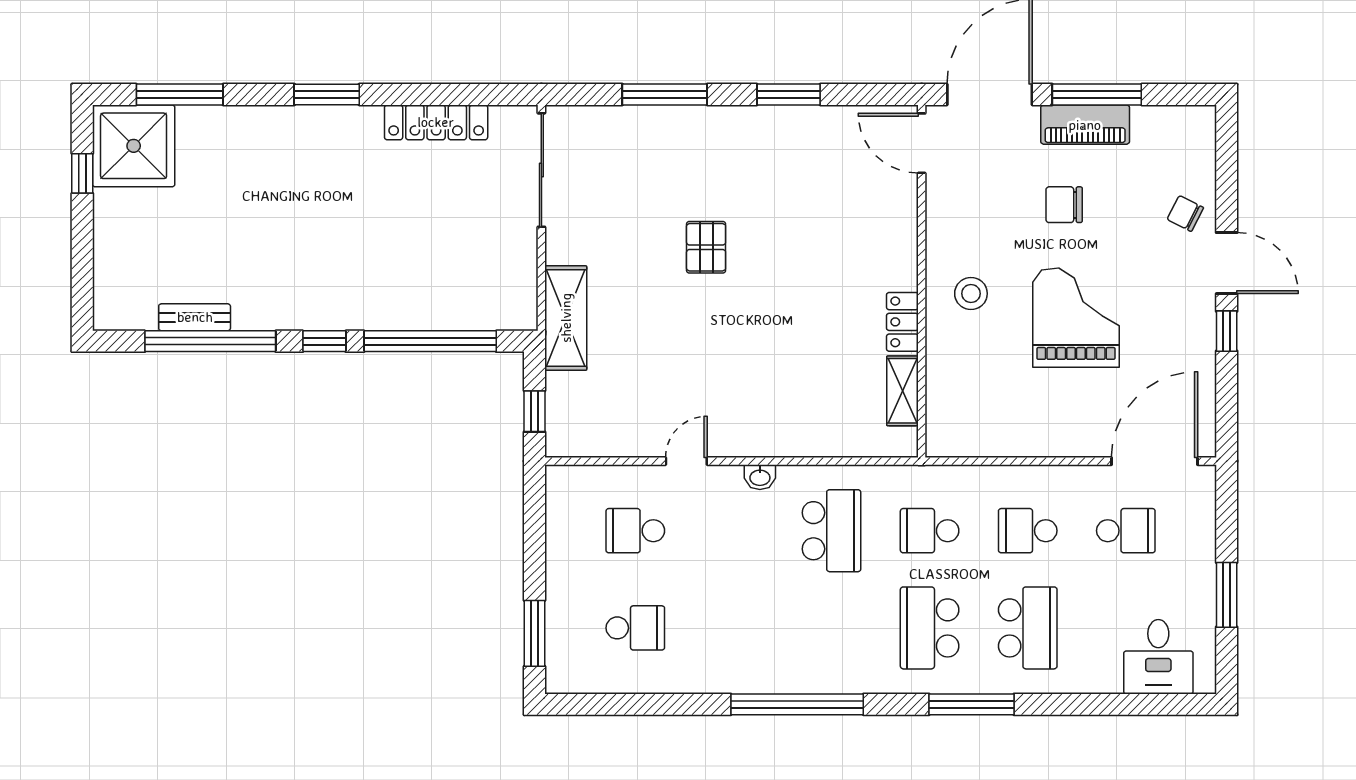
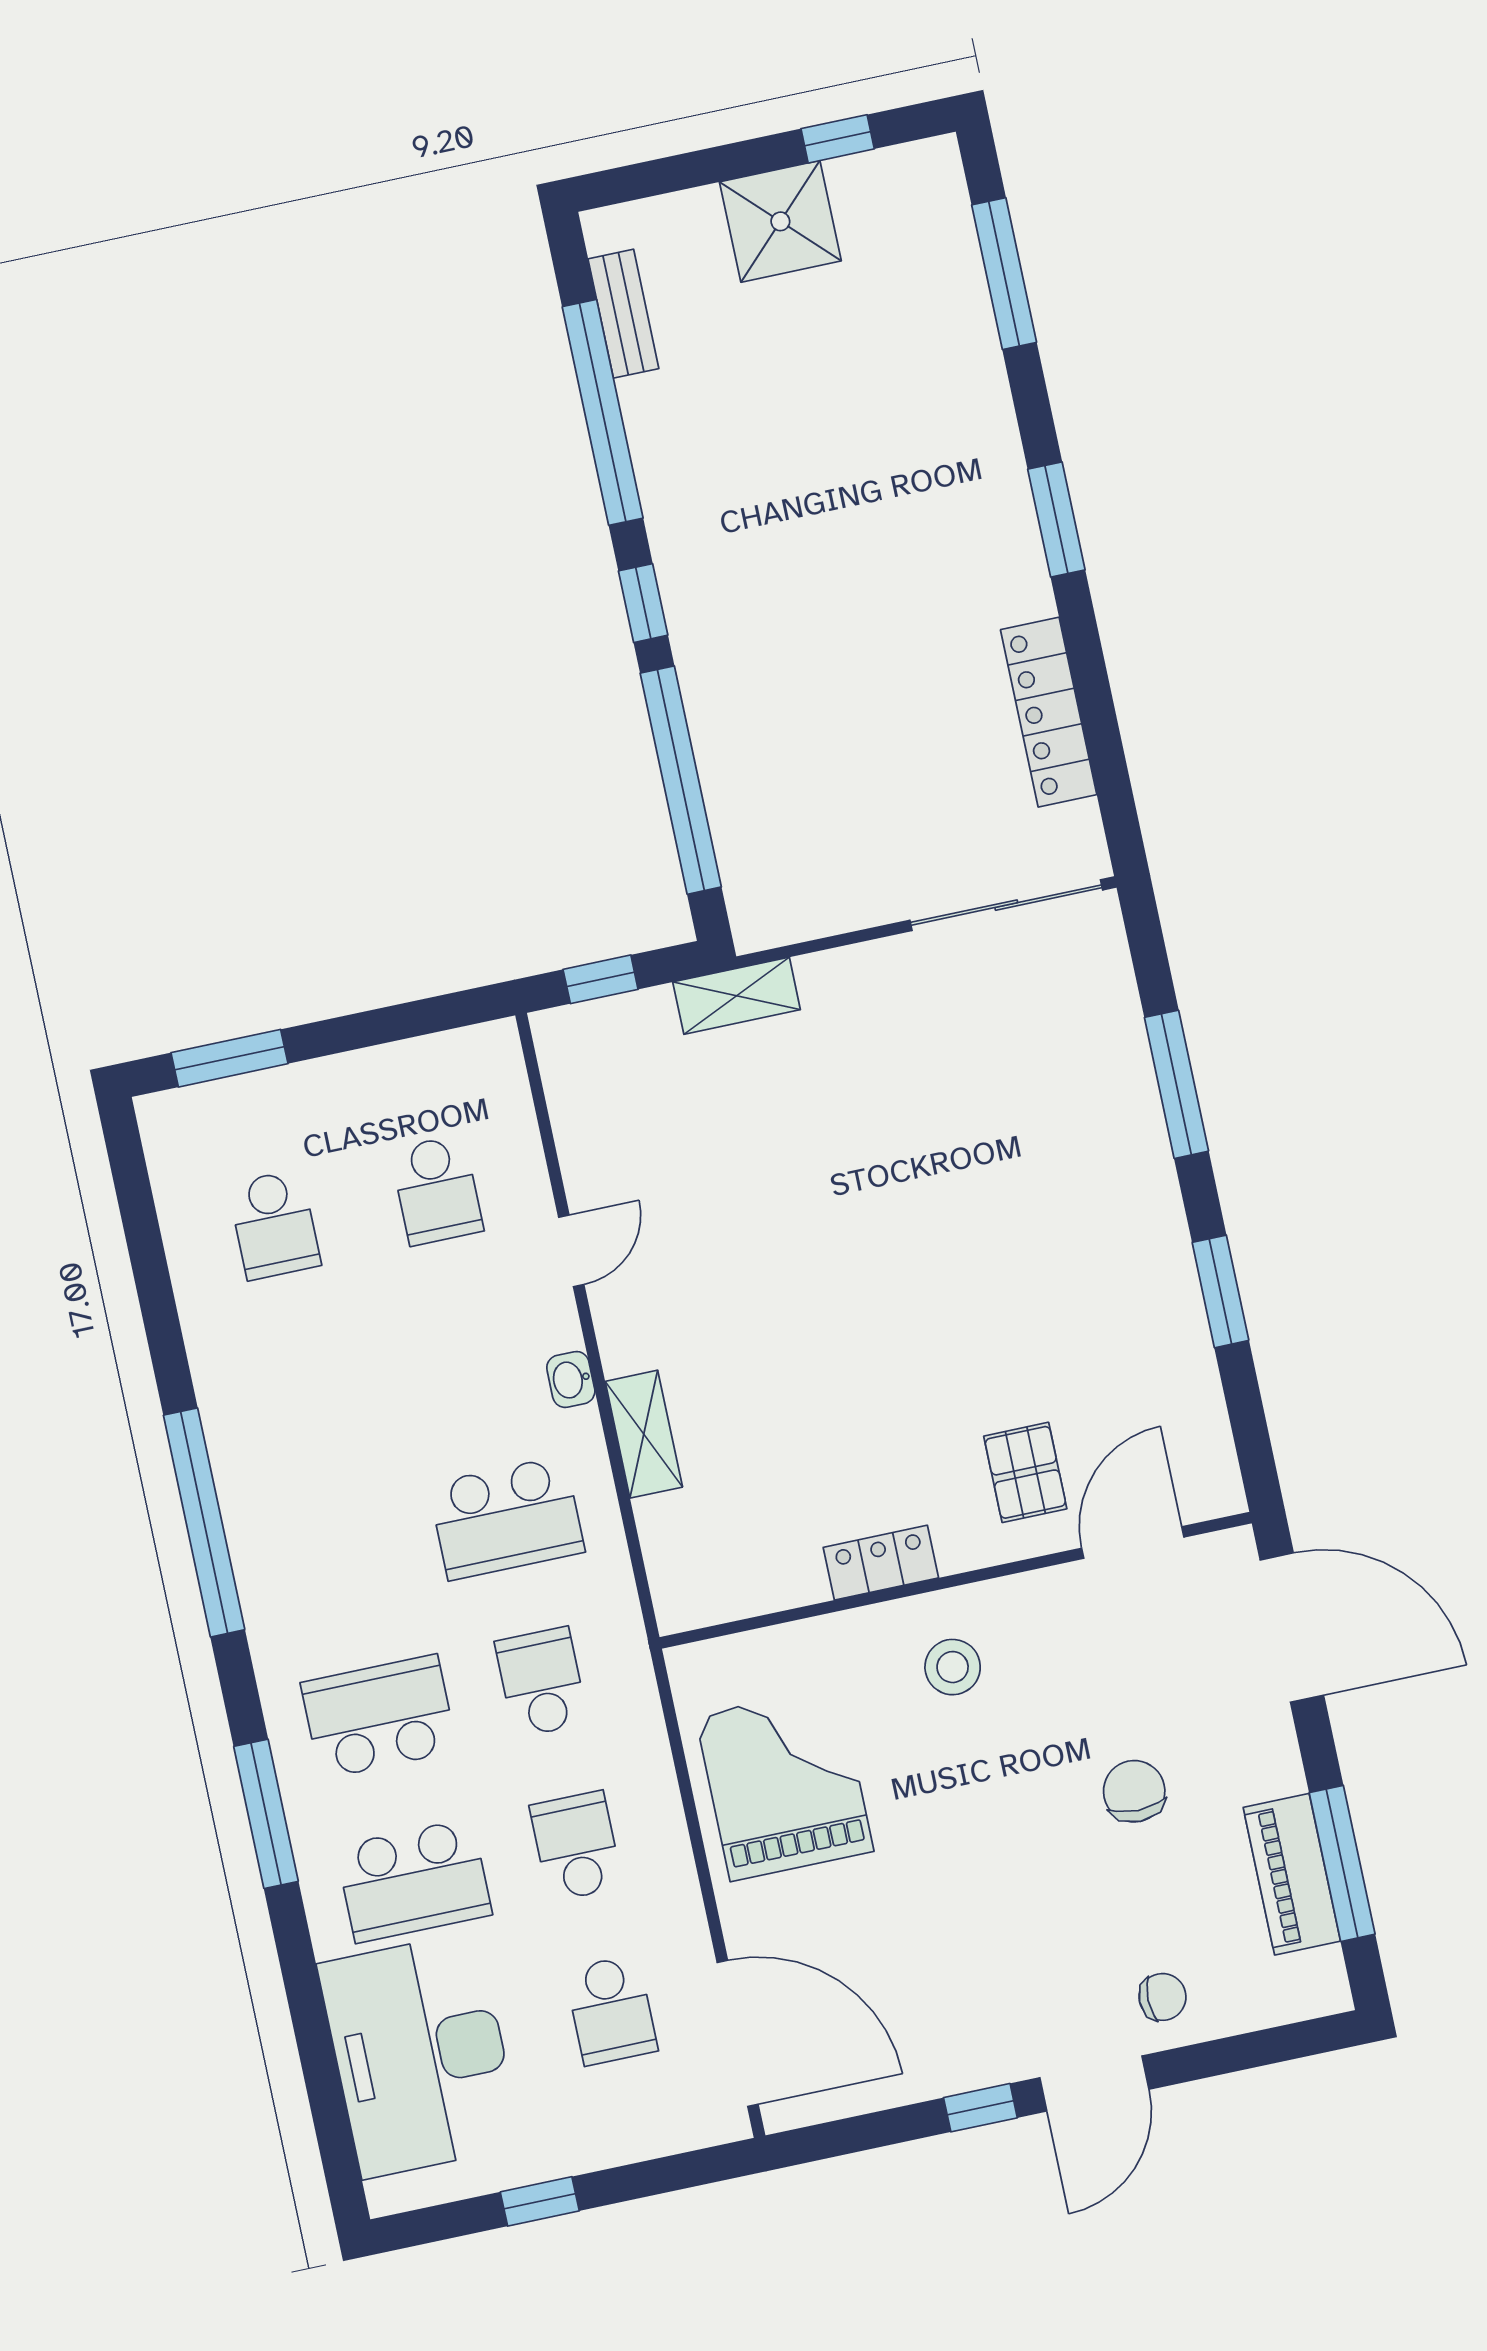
window: (1097, 94) -> (1342, 1863), moved
piano: (1085, 125) -> (1292, 1874), moved
door: (922, 143) -> (1133, 1543), moved
shower: (134, 146) -> (780, 221), moved, width x0.73, depth x0.73
chair: (1185, 213) -> (1163, 1997), turned 63
pallet: (706, 247) -> (1025, 1472), moved, turned 90
bench: (195, 317) -> (623, 314), moved
shelving: (566, 318) -> (737, 996), width x0.67, depth x0.75
grand piano: (1076, 318) -> (785, 1784), moved, turned -90
shelving: (902, 391) -> (644, 1434), moved, turned 90
door: (686, 461) -> (571, 1251), hinge flipped
school desk: (635, 531) -> (437, 1190), turned 180
window: (1227, 595) -> (540, 2201), width x0.67
desk: (1158, 657) -> (420, 2055), width x1.87, depth x1.30

